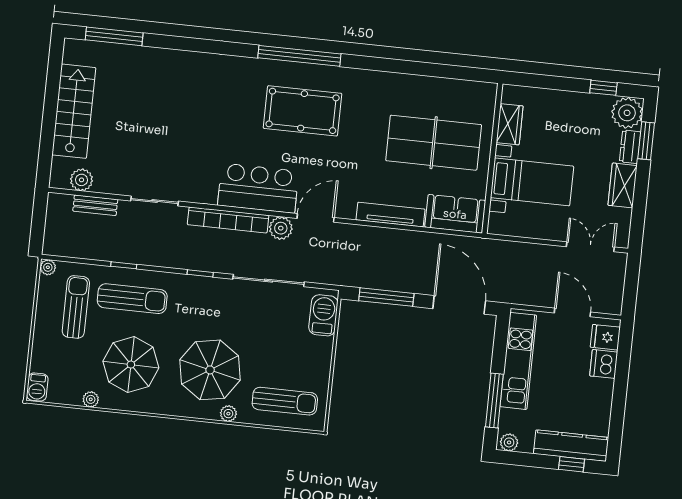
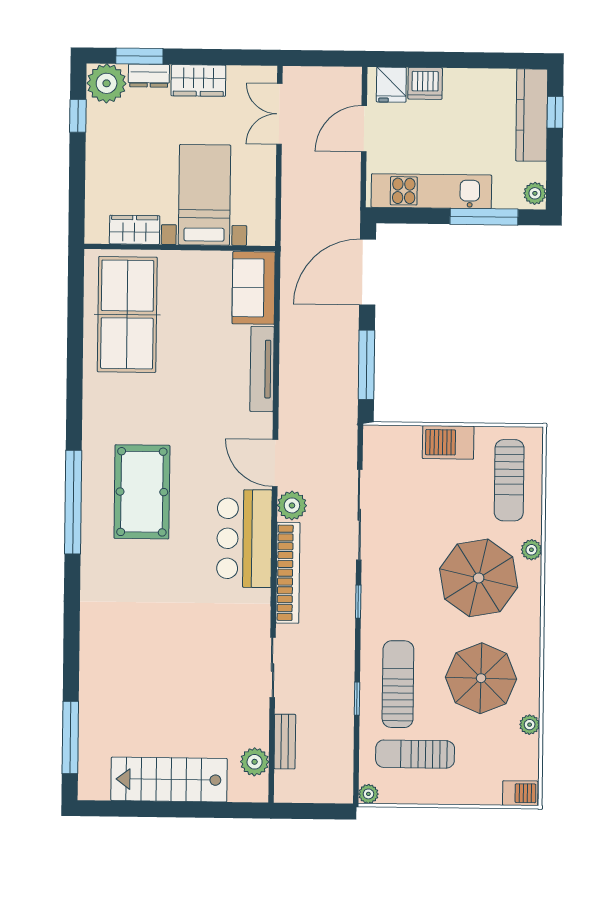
table tennis table: (434, 143) -> (127, 314), moved
barbecue: (323, 315) -> (448, 442), moved
sun lounger: (285, 401) -> (509, 480), turned 180

